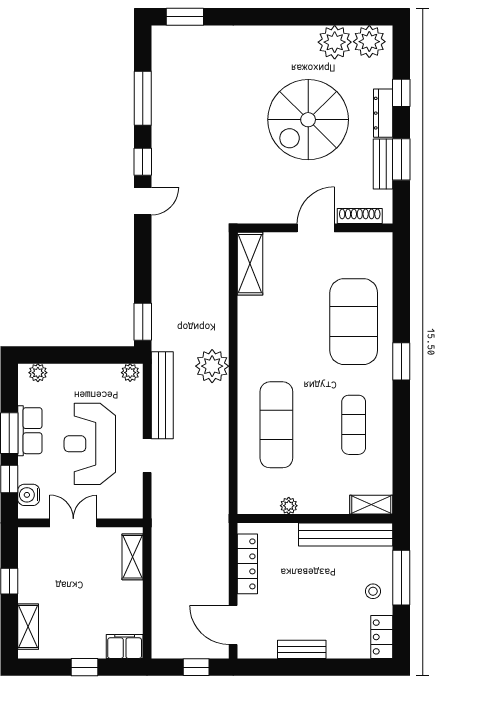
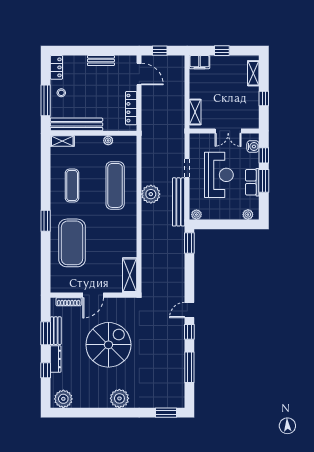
plant: (335, 42) -> (119, 398), moved
spiral stairs: (308, 120) -> (108, 345), moved
plant: (212, 366) -> (151, 194), moved

